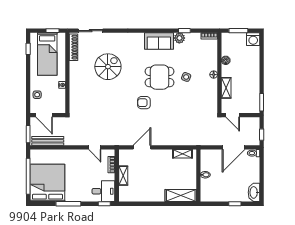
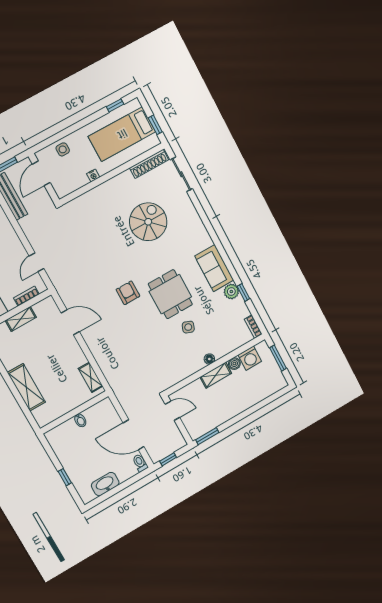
washing machine: (253, 39) -> (250, 358), moved, turned -90
spiral stairs: (108, 67) -> (148, 222), turned -90
shelving: (226, 88) -> (216, 375), moved
door: (233, 115) -> (173, 411), swing flipped
washbasin: (254, 192) -> (105, 484), moved
shelving: (181, 196) -> (26, 387), moved

